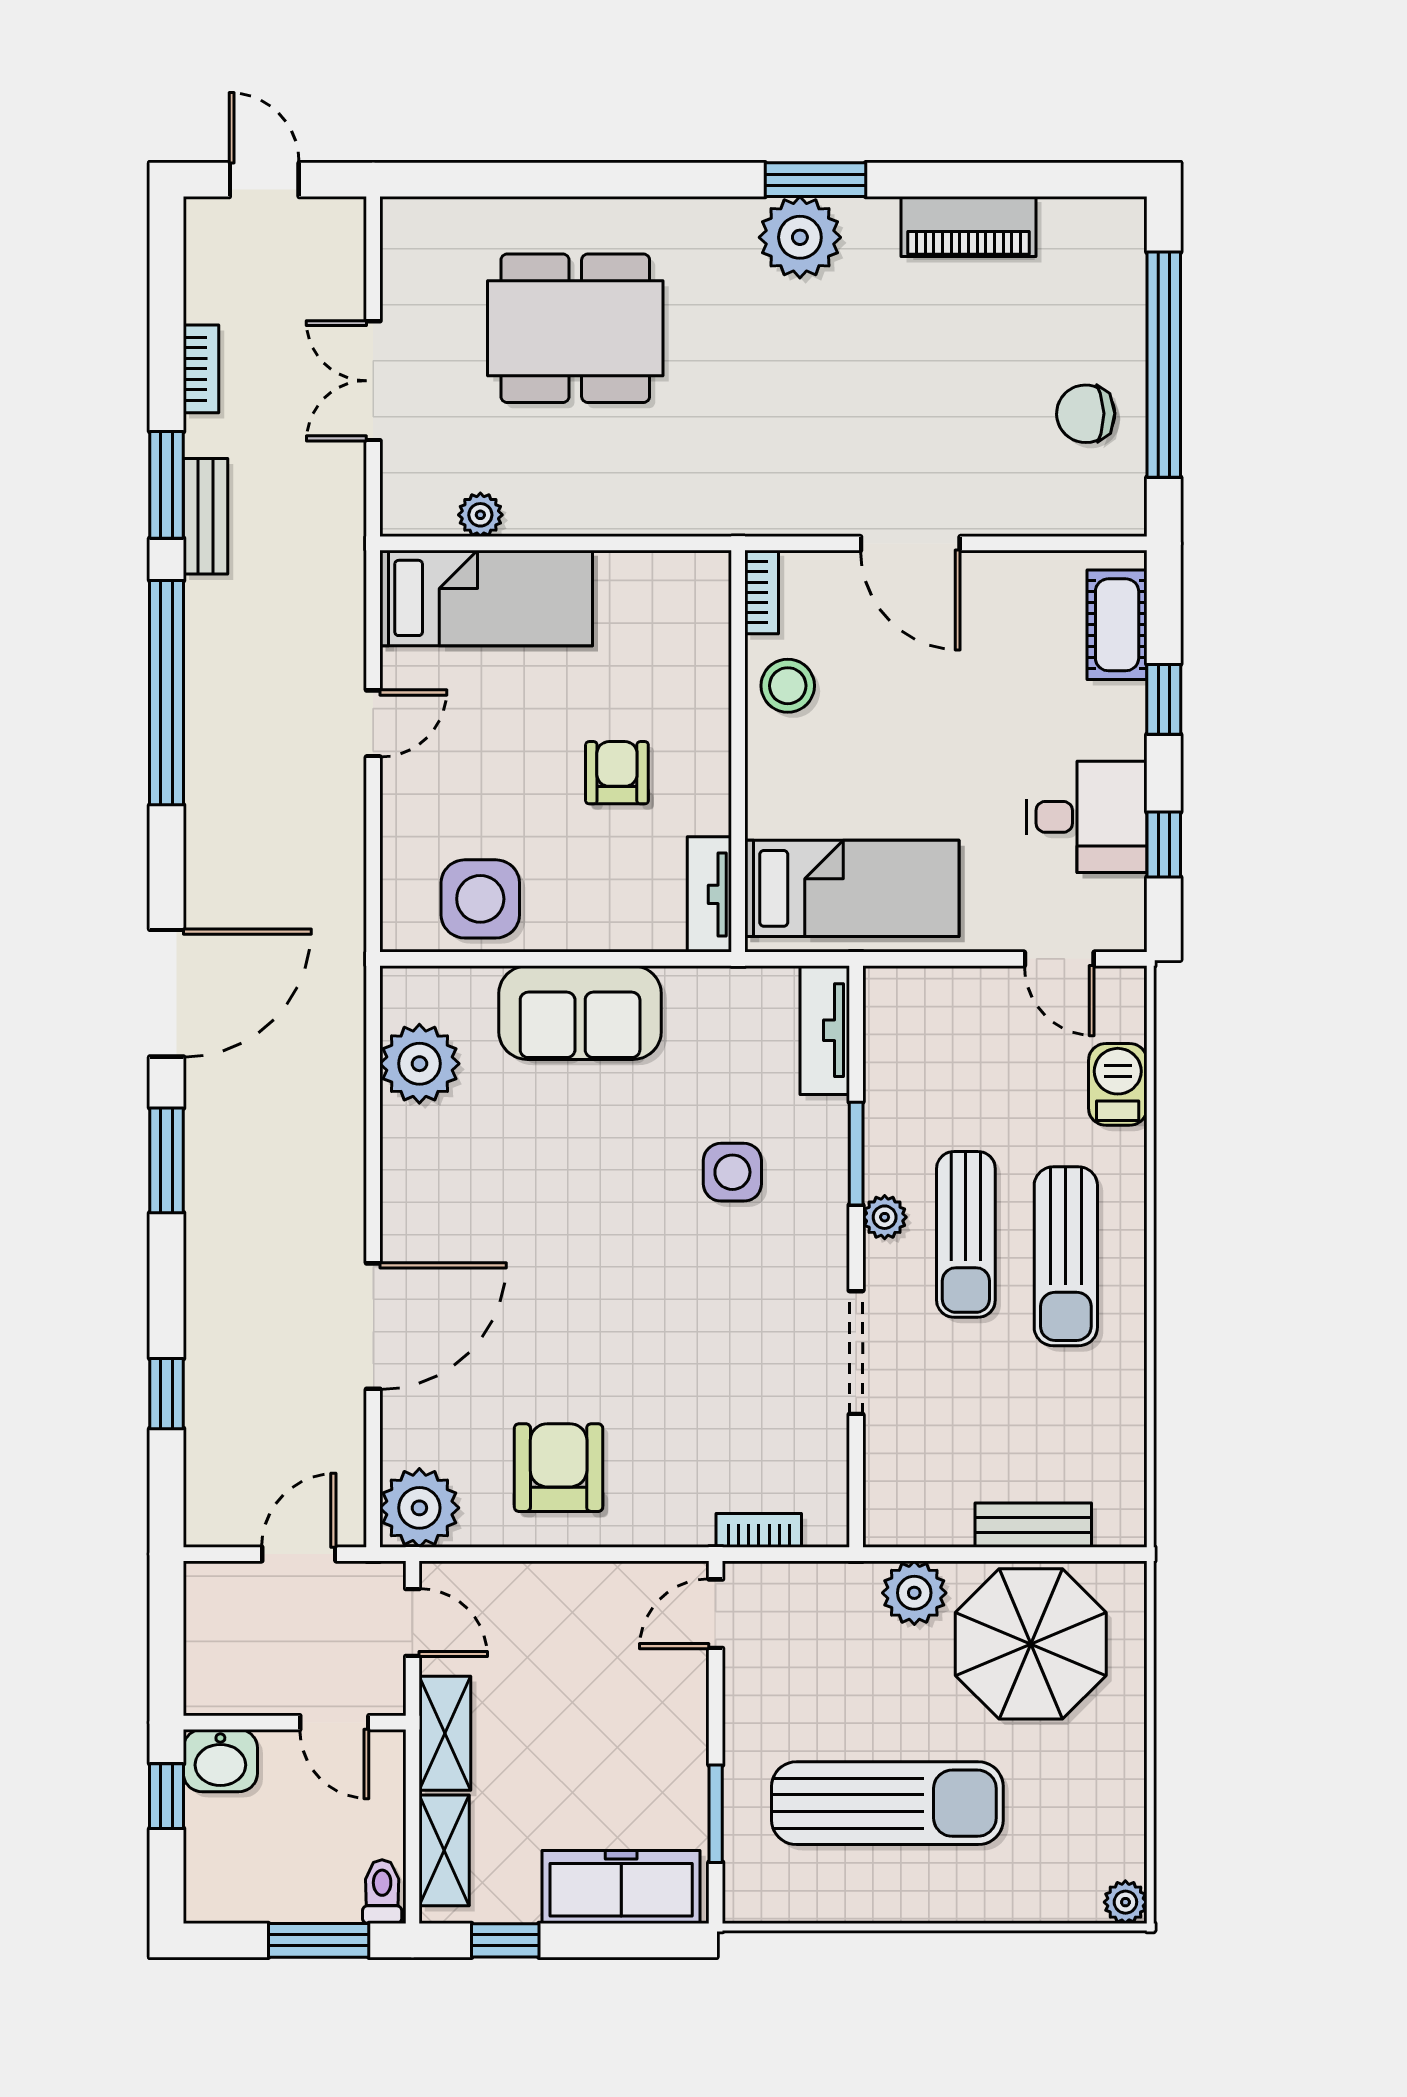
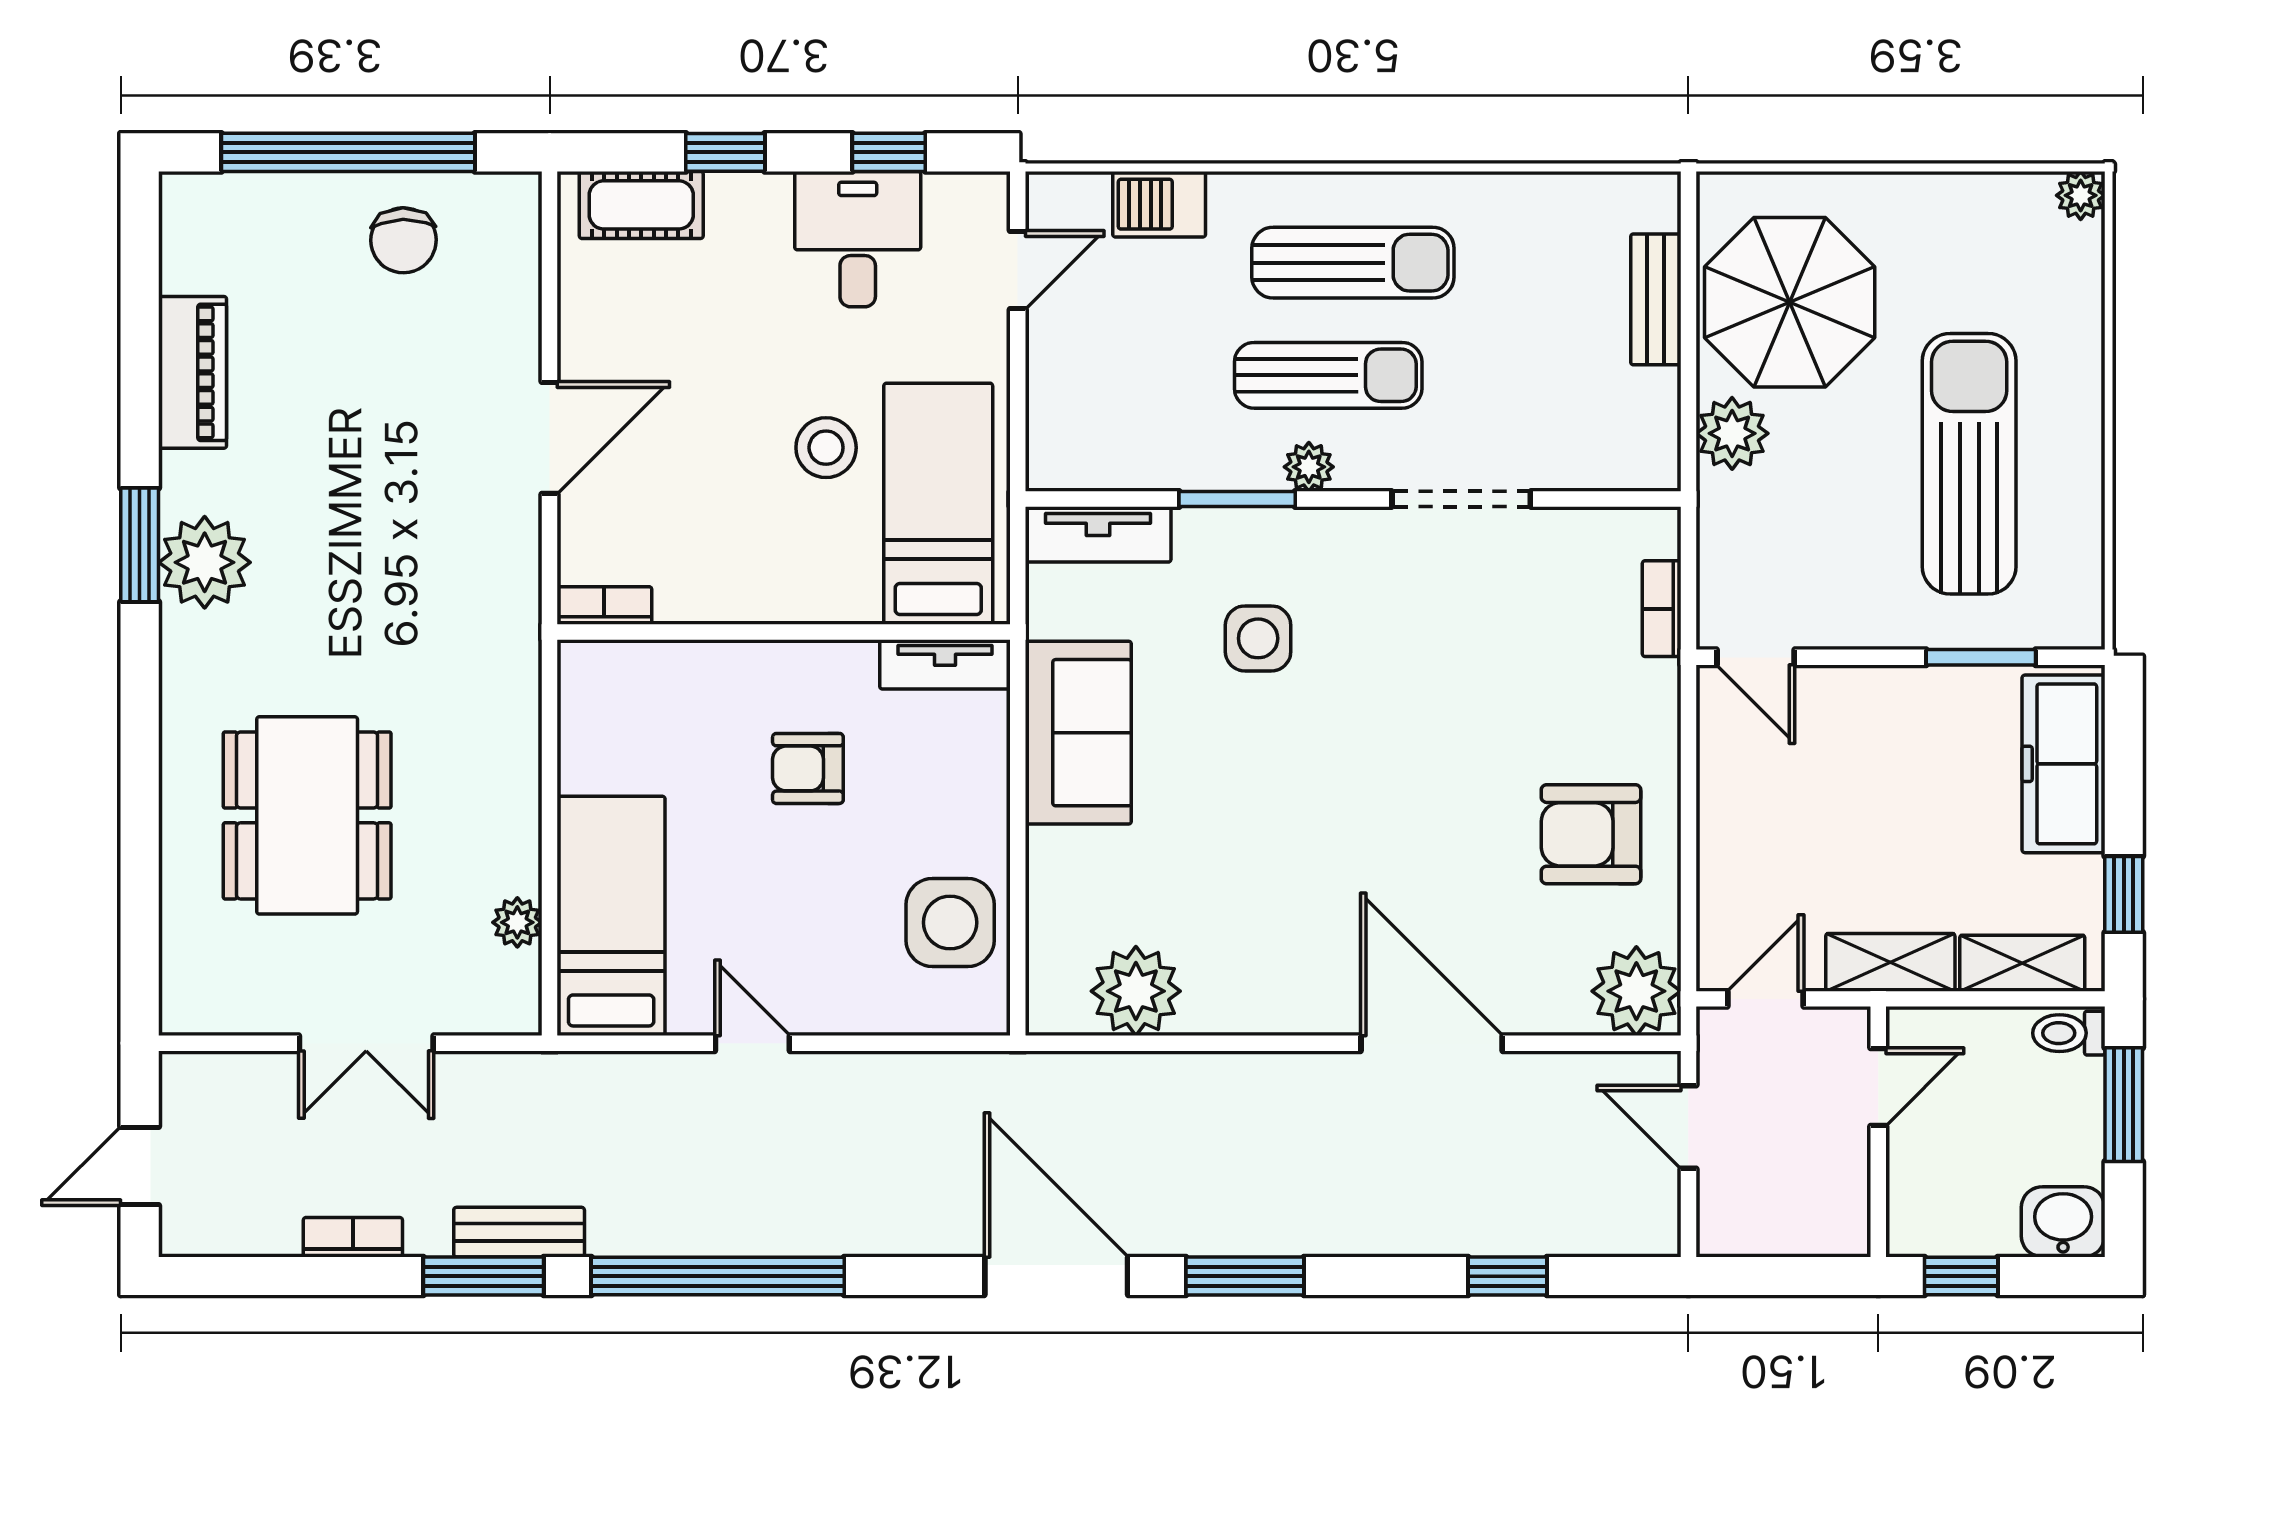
stool: (788, 686) -> (826, 448), moved
sofa: (580, 1013) -> (1078, 733), moved
washbasin: (220, 1761) -> (2063, 1222), moved, turned -90

